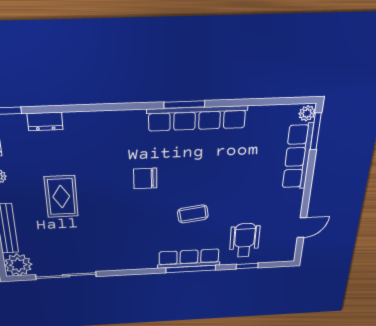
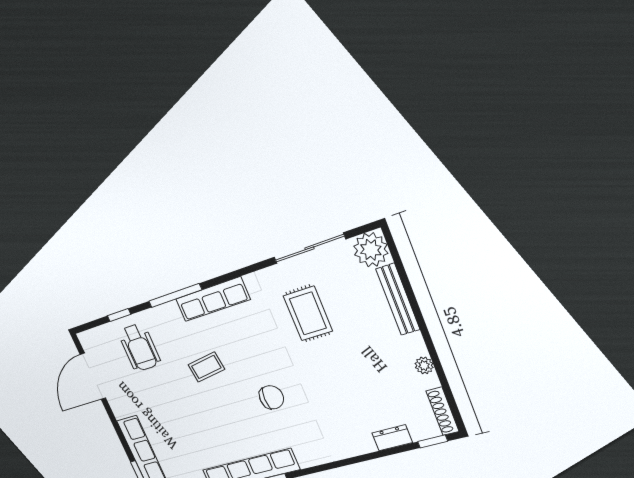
rug: (61, 197) -> (308, 313), moved
door: (302, 228) -> (93, 376), width x1.87
row of seats: (189, 259) -> (213, 299), moved

